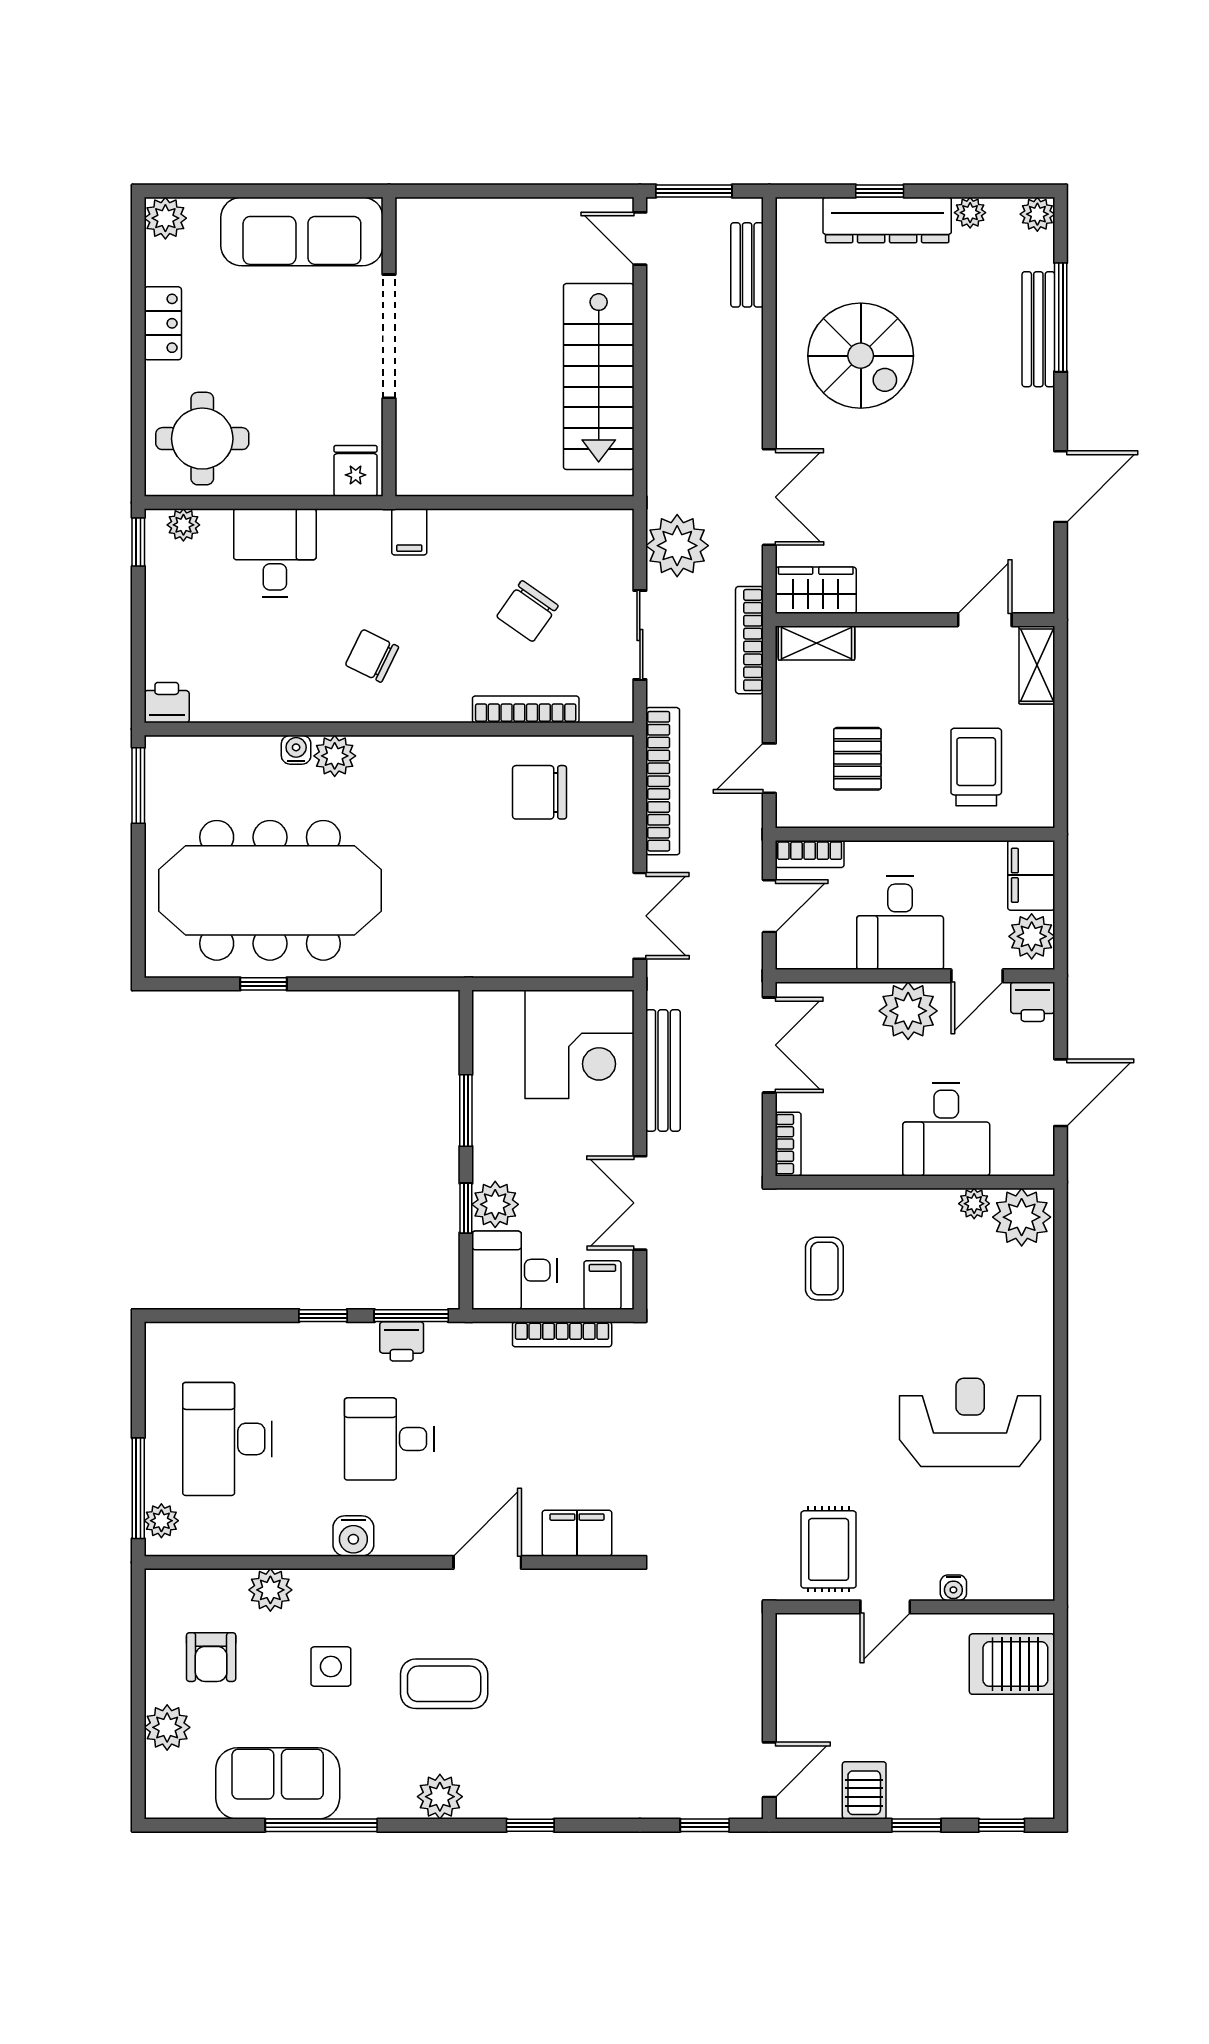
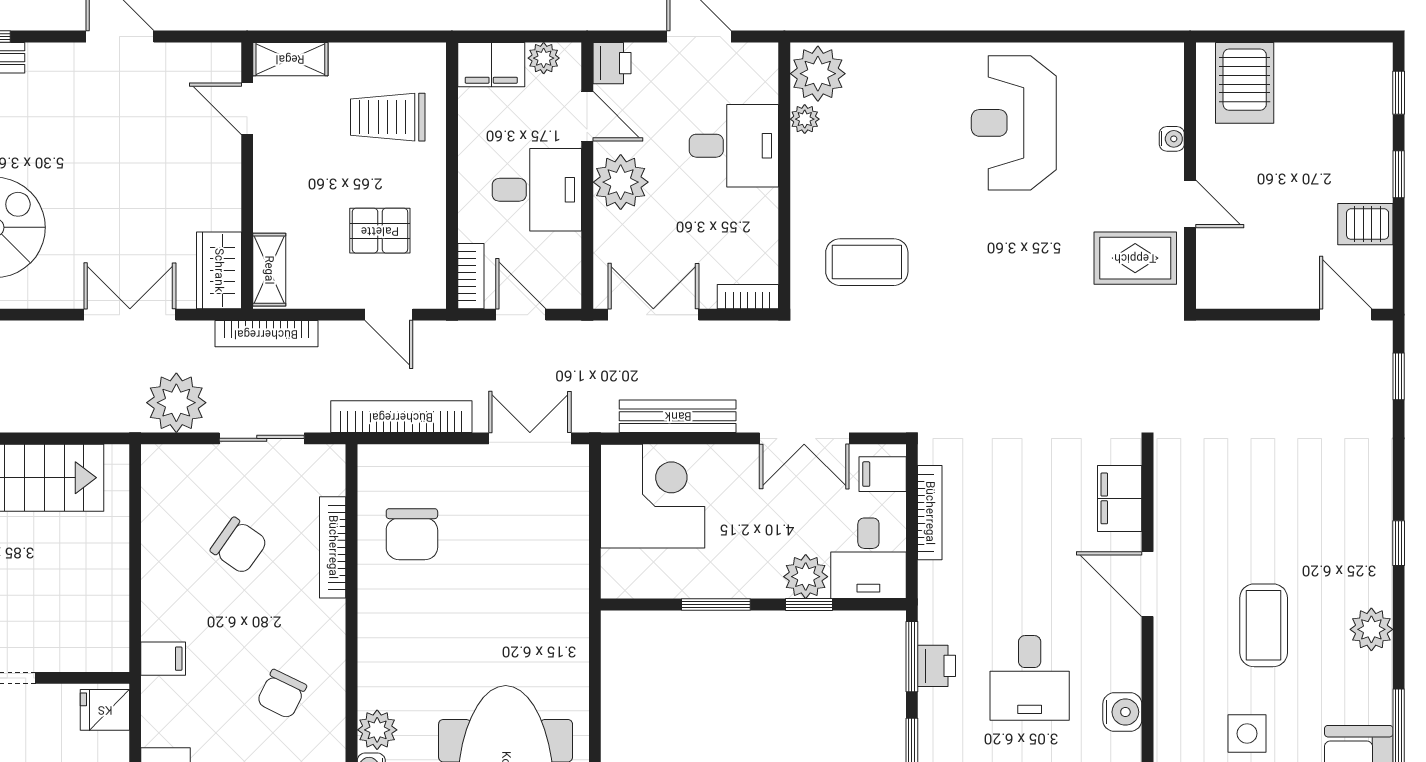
plant: (1032, 936) -> (544, 58), width x0.73, depth x0.73
coffee table: (824, 1269) -> (867, 262), width x1.36, depth x1.30

